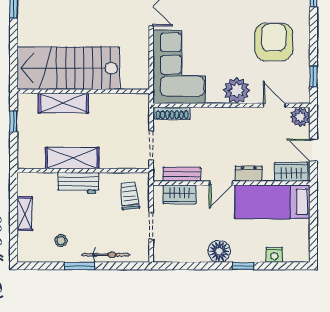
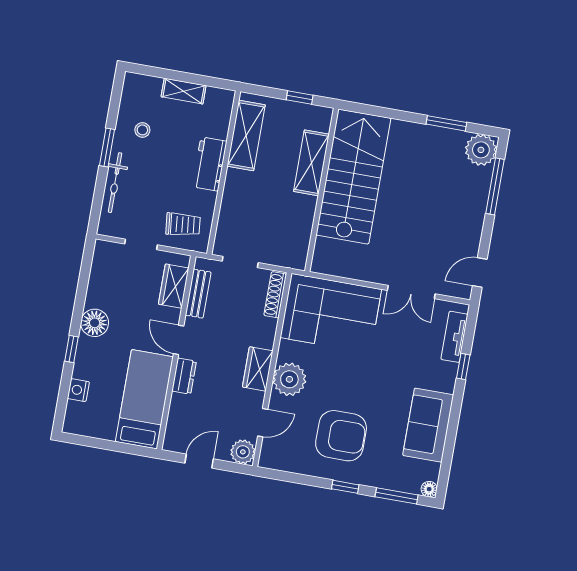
window: (313, 76) -> (345, 487), moved
shelving: (72, 158) -> (246, 136), moved
wardrobe: (291, 172) -> (258, 369), moved, turned 180

